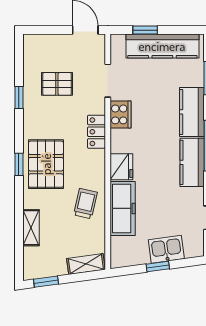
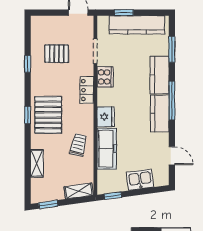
window: (158, 266) -> (113, 196), moved

